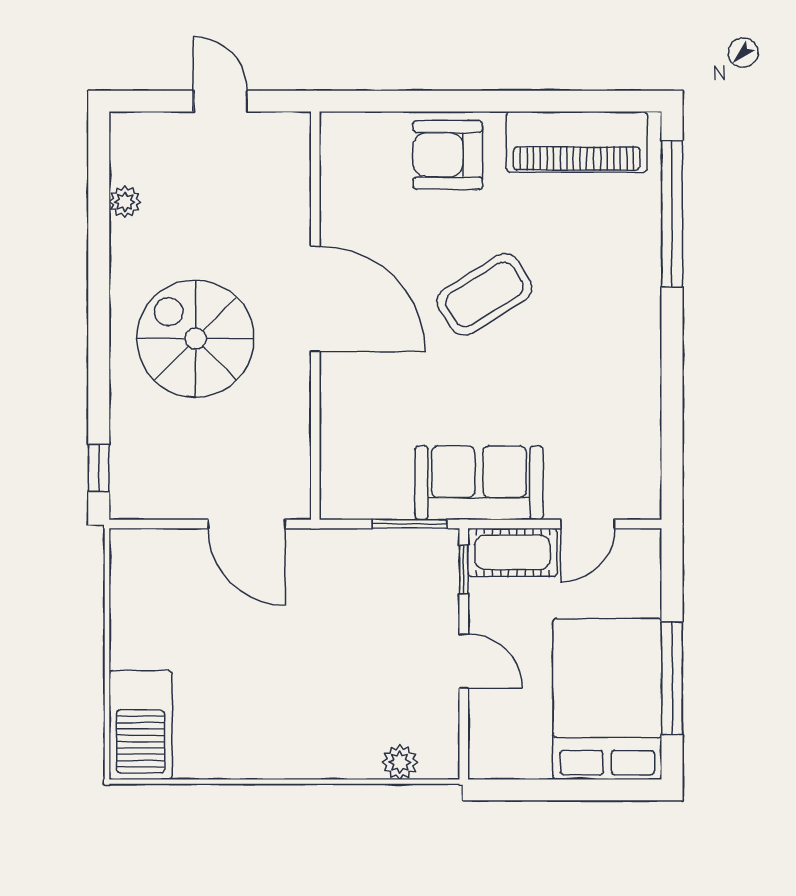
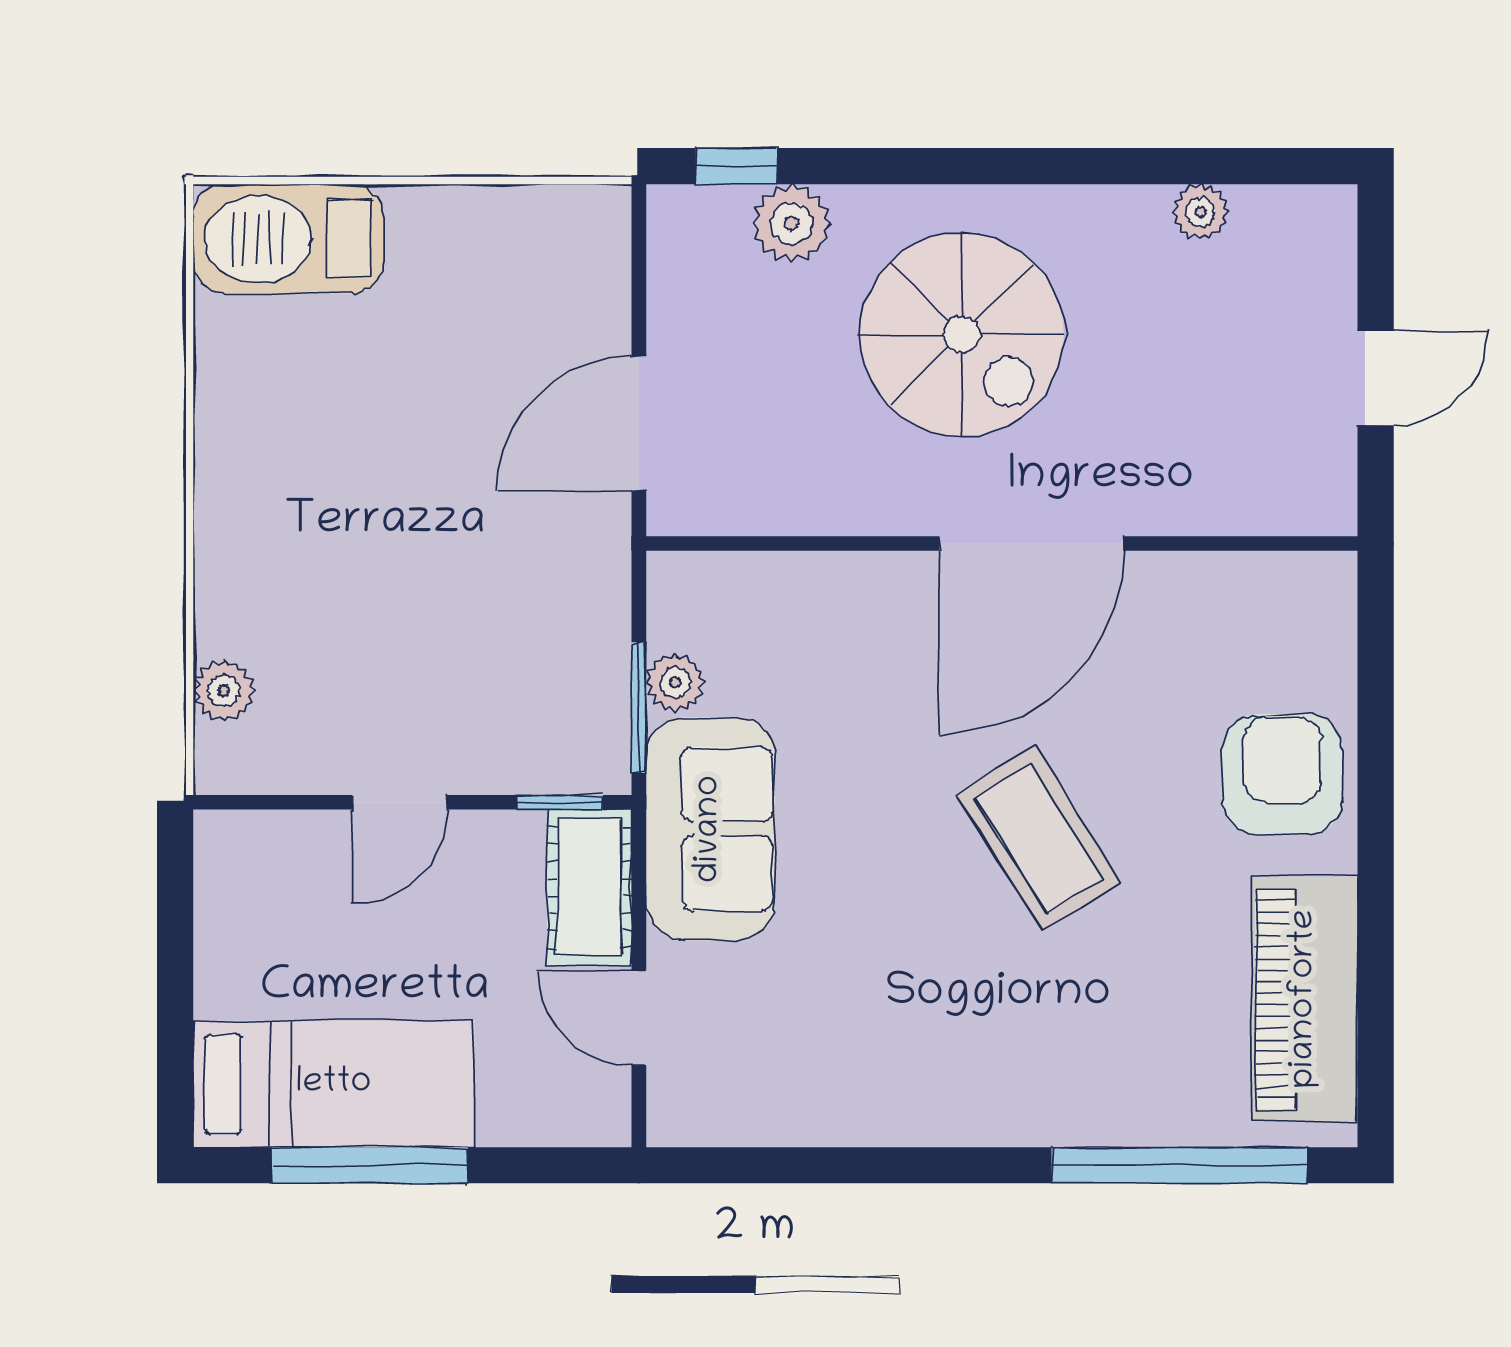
spiral stairs: (195, 339) -> (962, 335), turned 90
plant: (132, 436) -> (791, 223), added
plant: (395, 503) -> (675, 682), added
bed: (607, 699) -> (334, 1084), width x0.67

